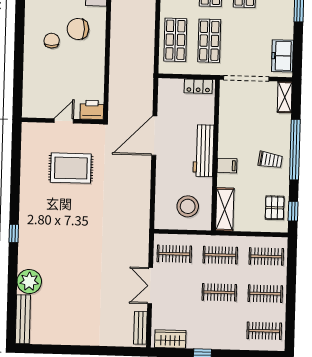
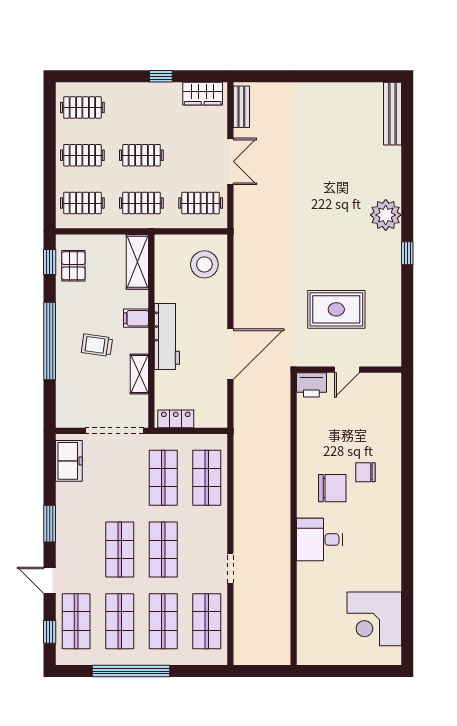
chair: (52, 41) -> (366, 472), turned 90
shelving: (285, 97) -> (139, 374), moved
trolley: (270, 160) -> (97, 345), moved
stool: (188, 206) -> (204, 264), moved
window: (14, 233) -> (407, 253), moved
plant: (29, 282) -> (386, 215), moved

